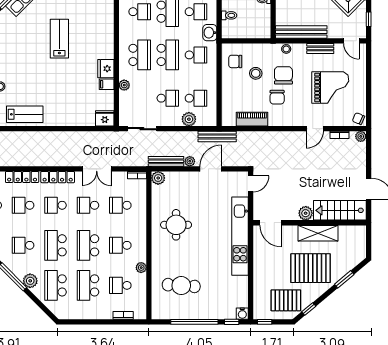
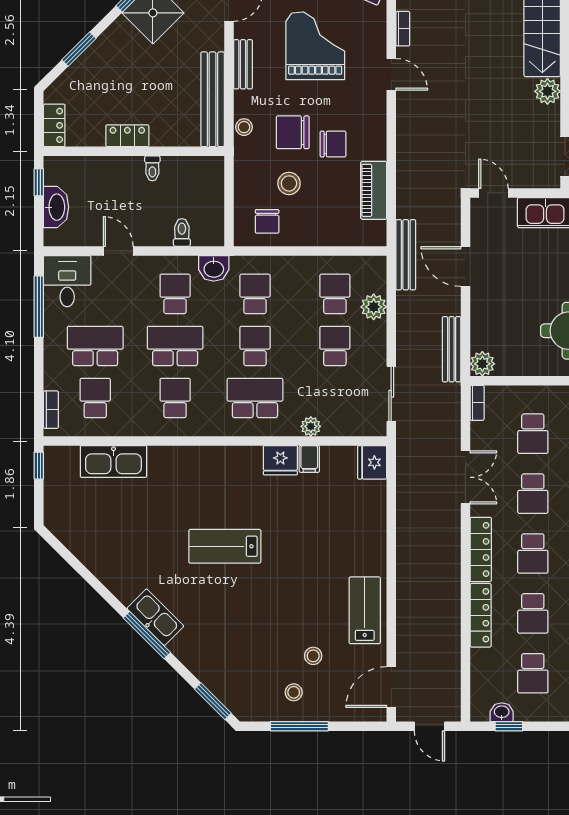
school desk: (168, 55) -> (255, 346), width x0.54
plant: (190, 161) -> (452, 305), removed

